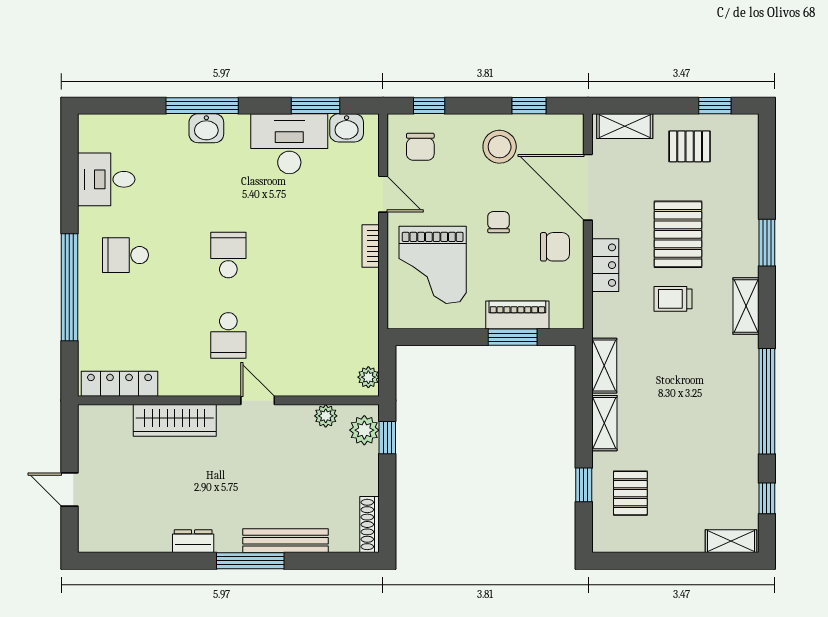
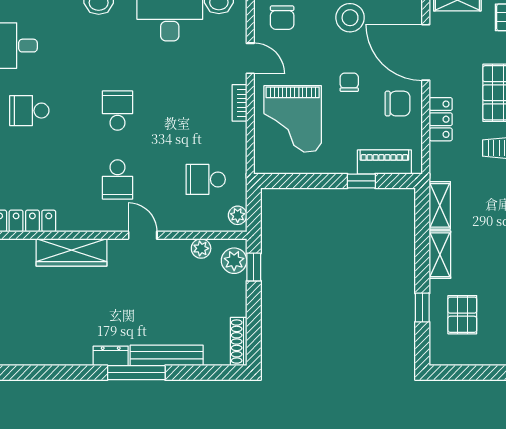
piano: (517, 315) -> (384, 162), moved
school desk: (331, 335) -> (206, 179), added
window: (513, 337) -> (361, 181), width x0.67
dresser: (193, 541) -> (111, 356), moved

